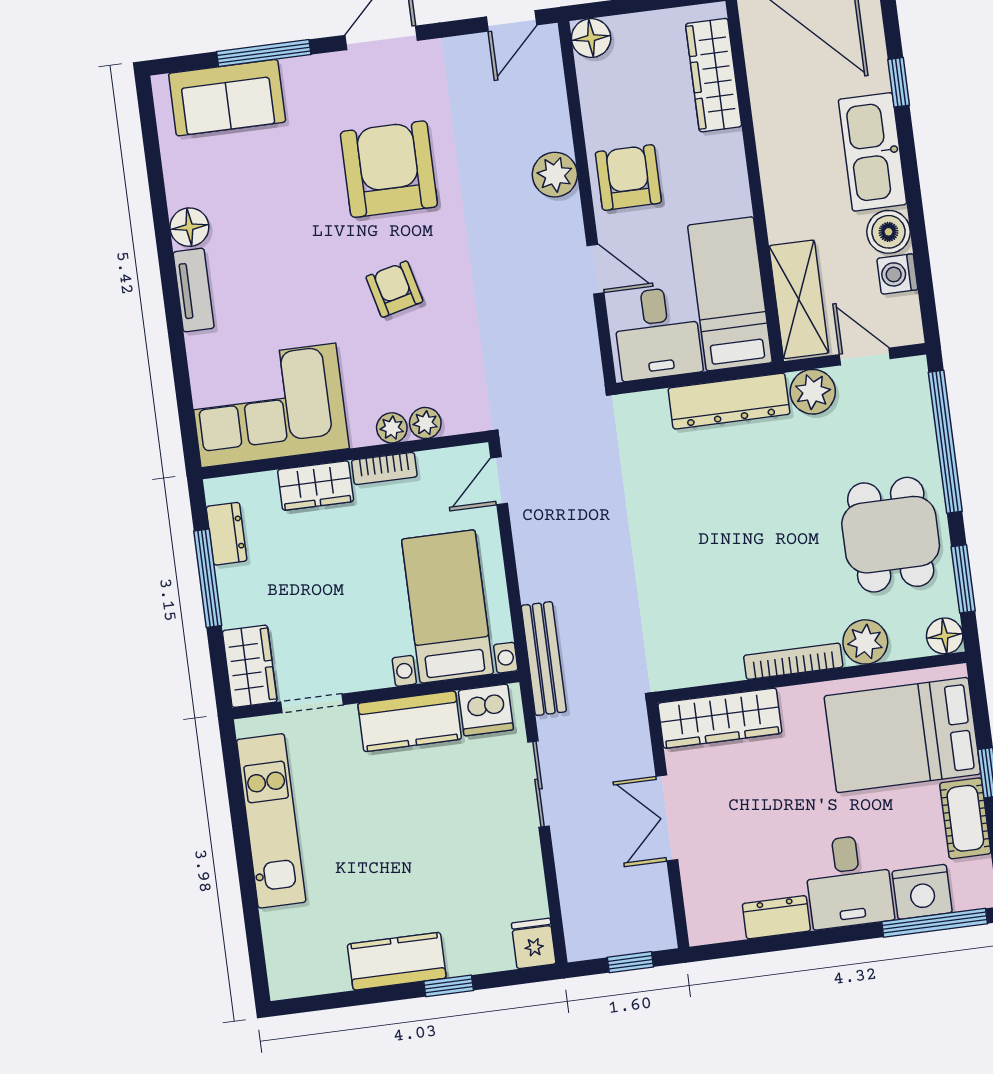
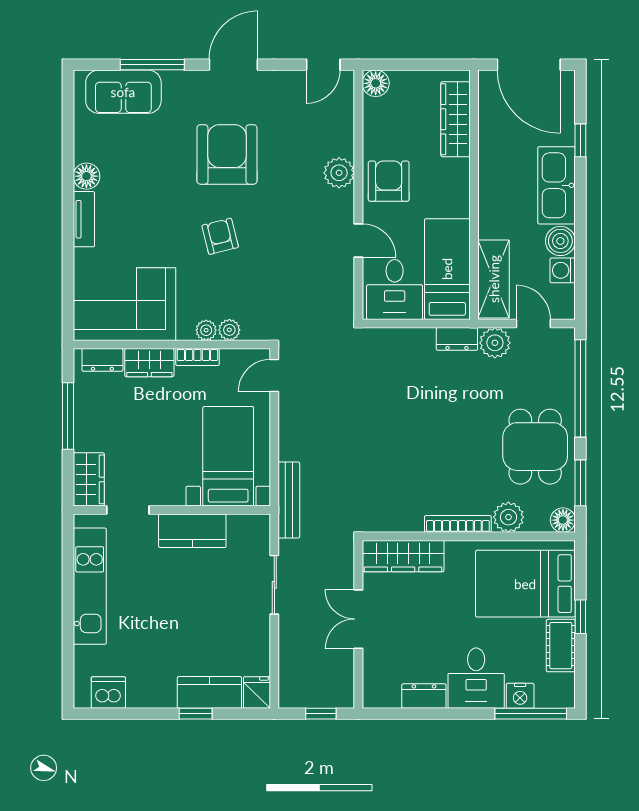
dresser: (729, 401) -> (457, 339), width x0.51, depth x0.80
dresser: (227, 534) -> (102, 360), moved, turned 90
dishwasher: (486, 710) -> (108, 693), moved, turned 180
nightstand: (922, 892) -> (520, 696), width x0.74, depth x0.75
kitchen counter: (397, 961) -> (209, 692), moved

